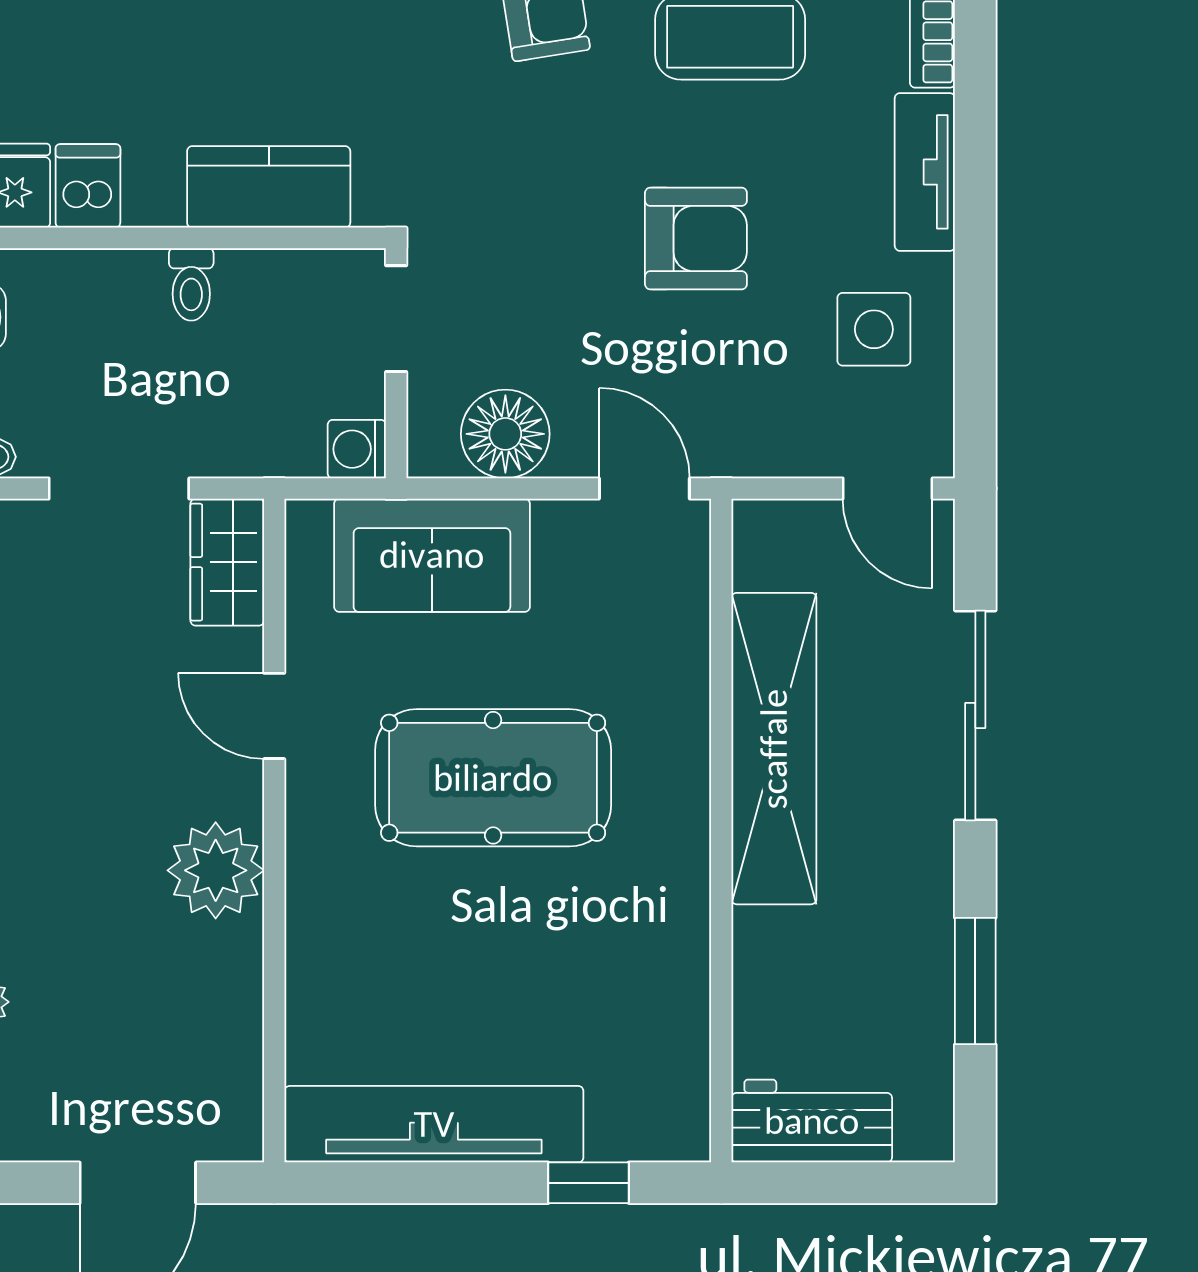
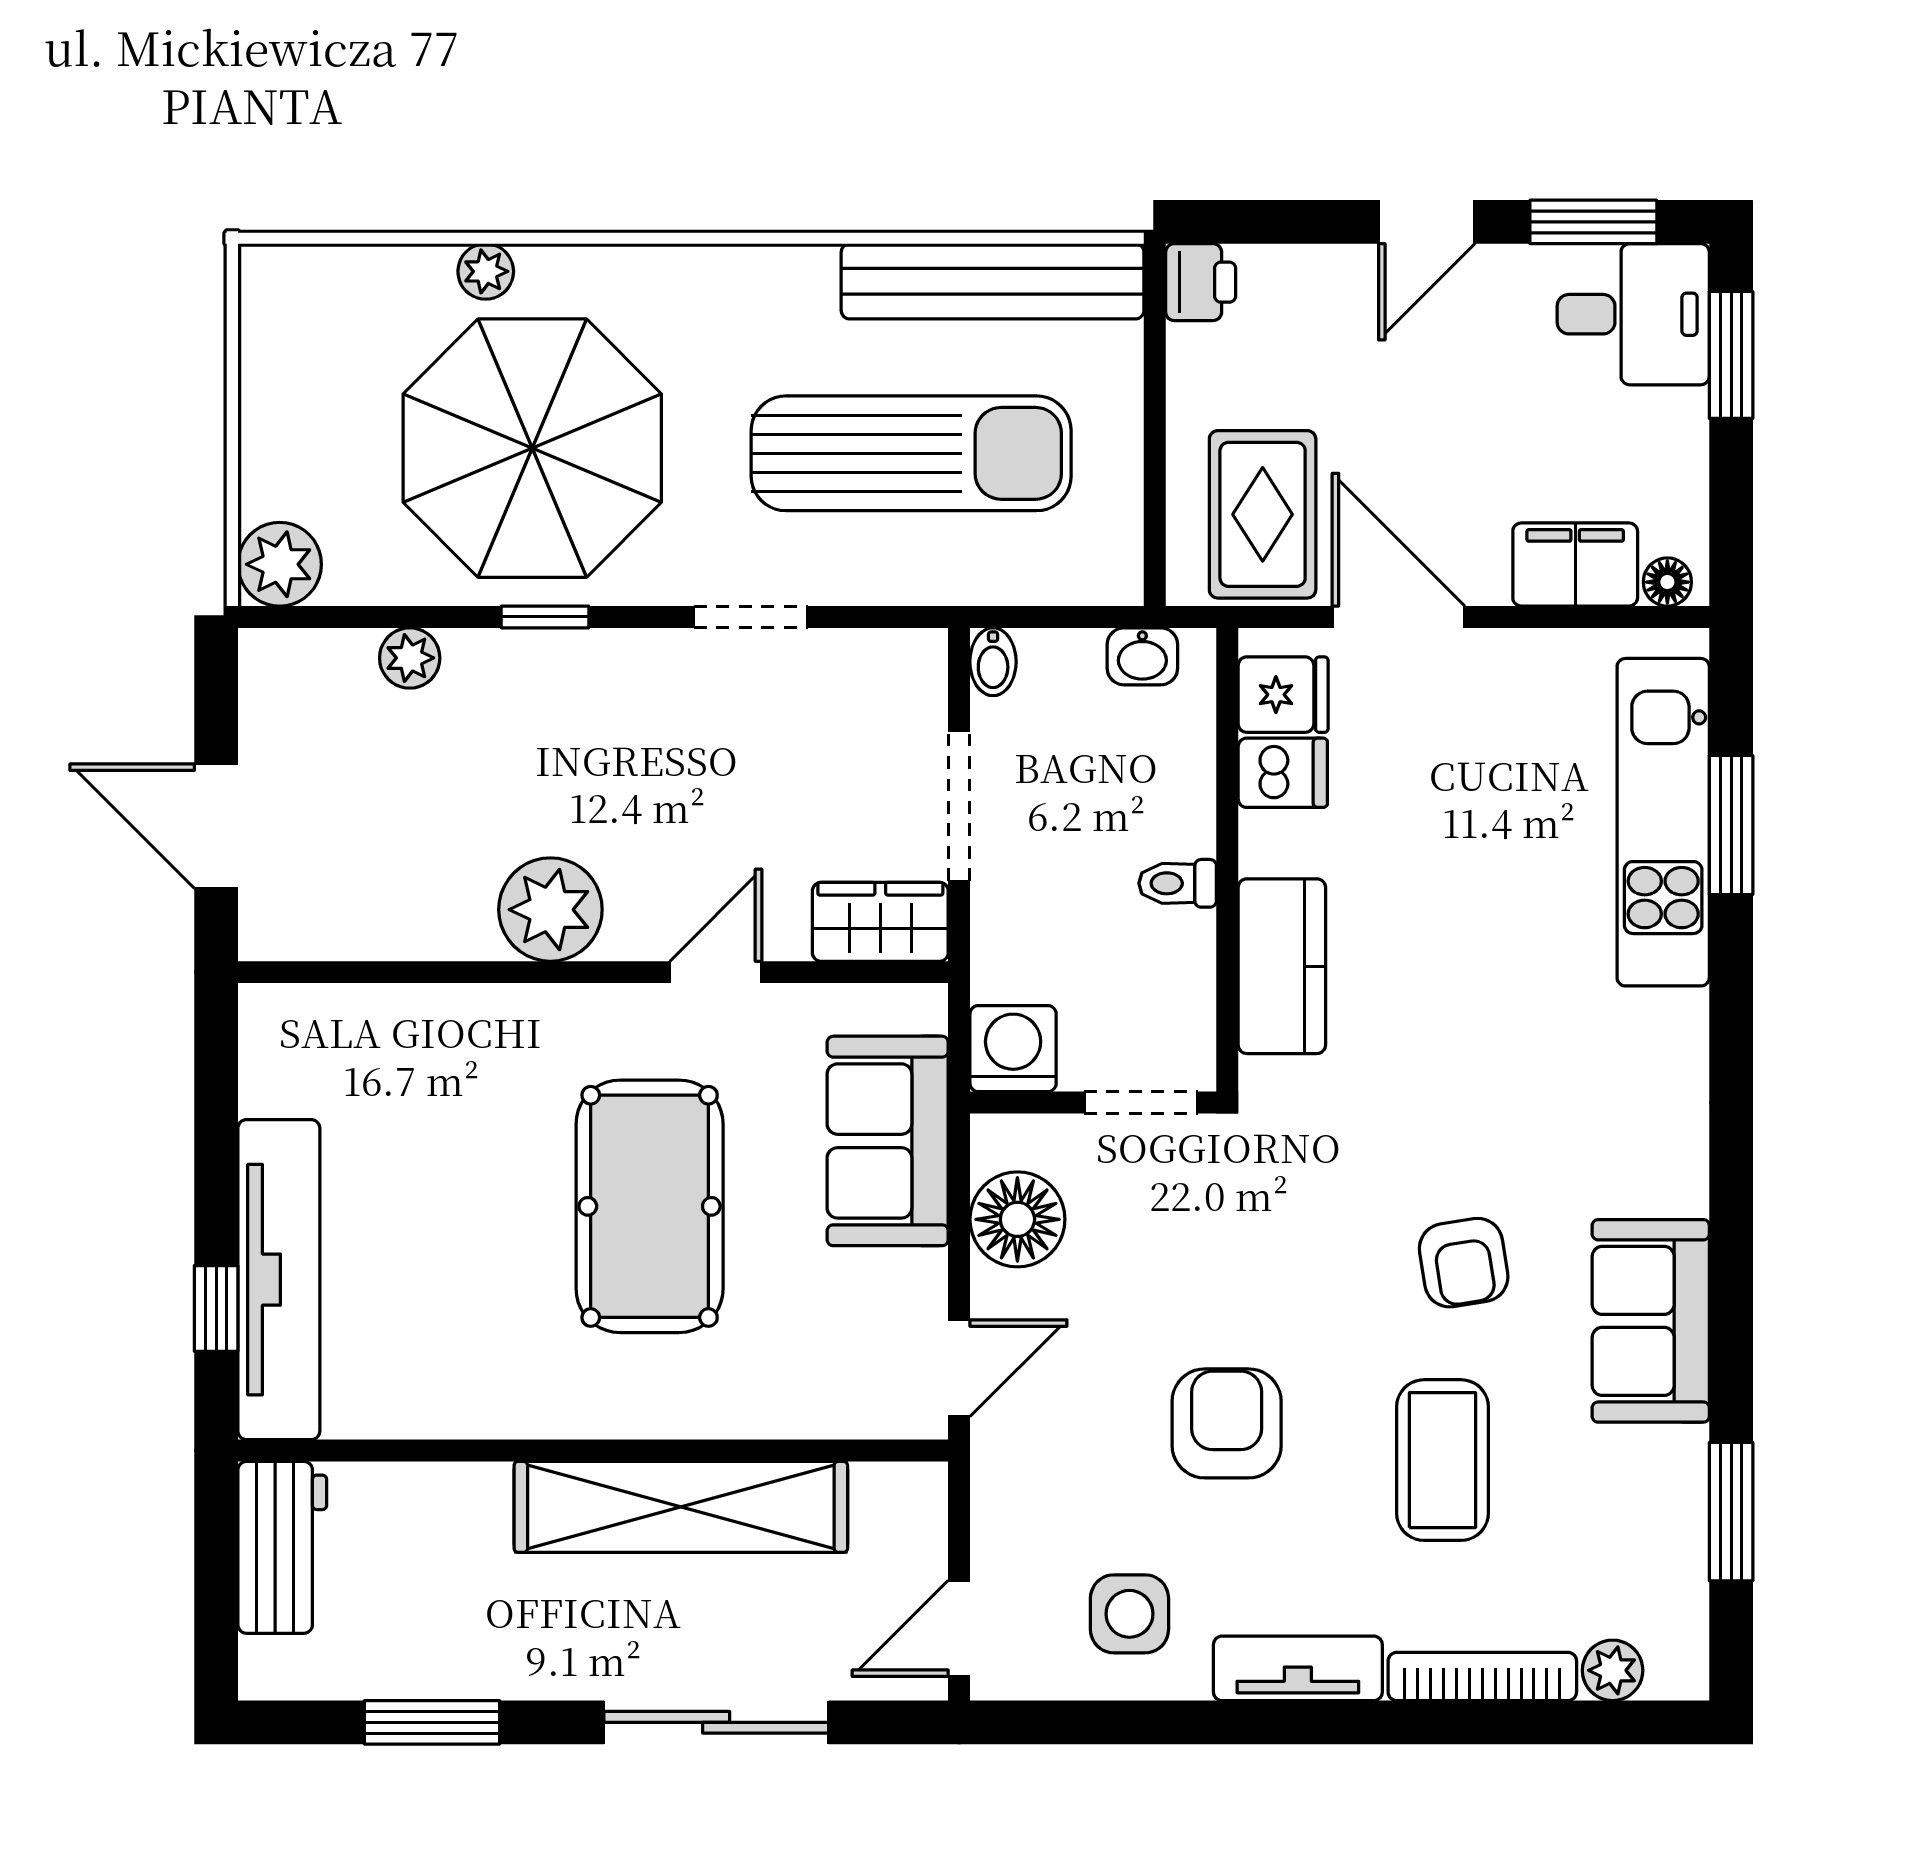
armchair: (696, 239) -> (1227, 1423), turned 180
washing machine: (357, 449) -> (1013, 1049), width x1.38, depth x1.38
tv unit: (434, 1124) -> (279, 1280), moved

